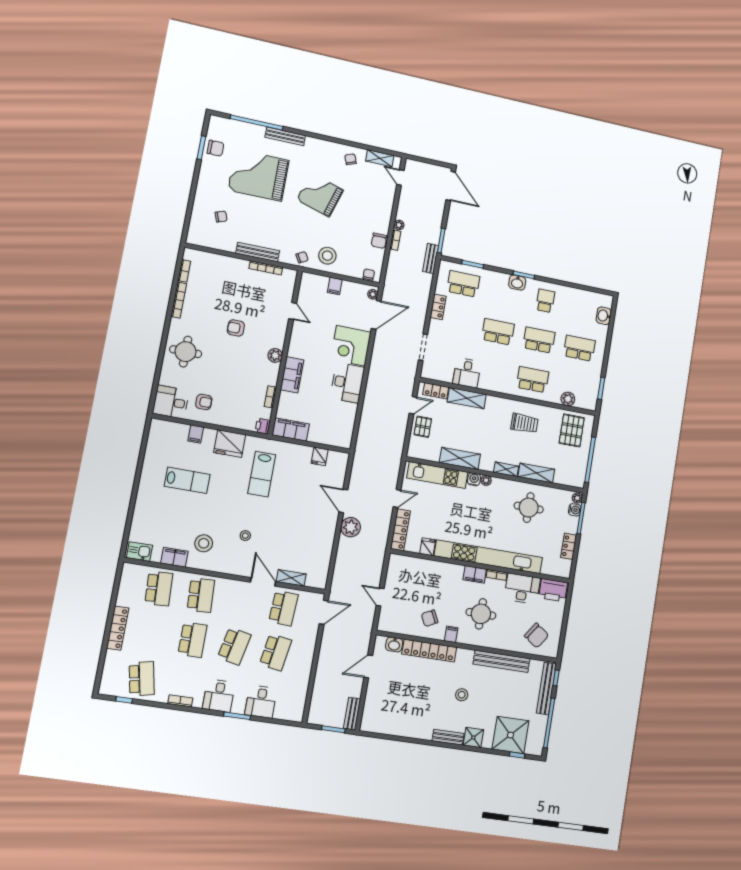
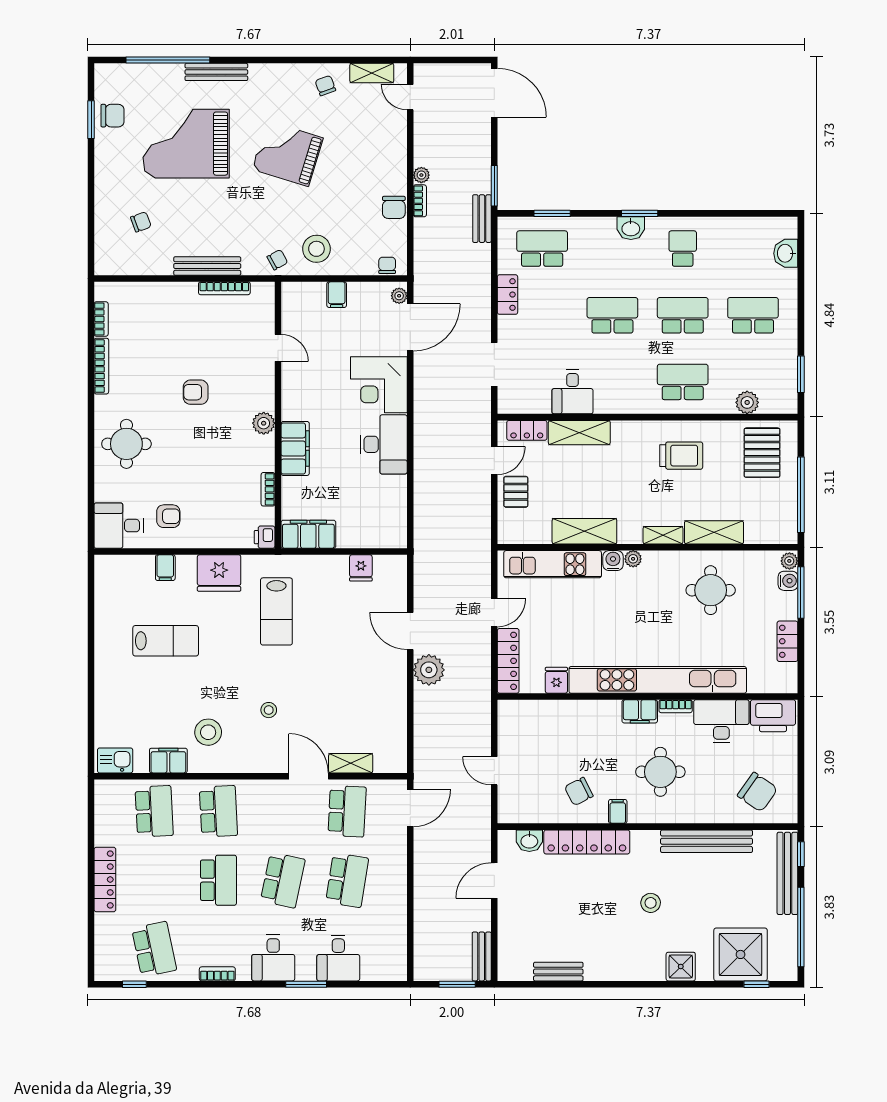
bench: (448, 737) -> (558, 972), moved

